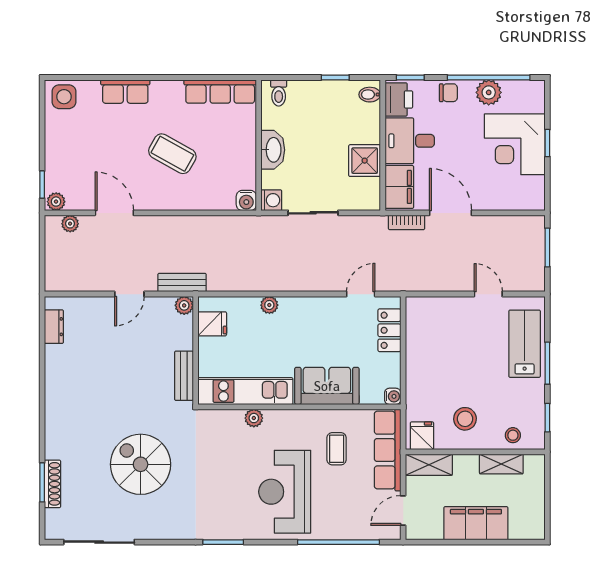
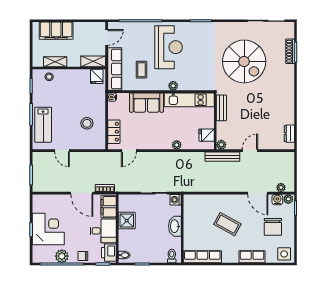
chair: (85, 149) -> (273, 227), added
water cooler: (246, 200) -> (277, 200), moved
bench: (182, 283) -> (222, 157), width x1.36
plant: (254, 418) -> (173, 86), moved
stool: (465, 419) -> (87, 123), moved
spiral stairs: (141, 464) -> (244, 61), width x1.37, depth x1.37
filing cabinet: (476, 523) -> (56, 31), moved

